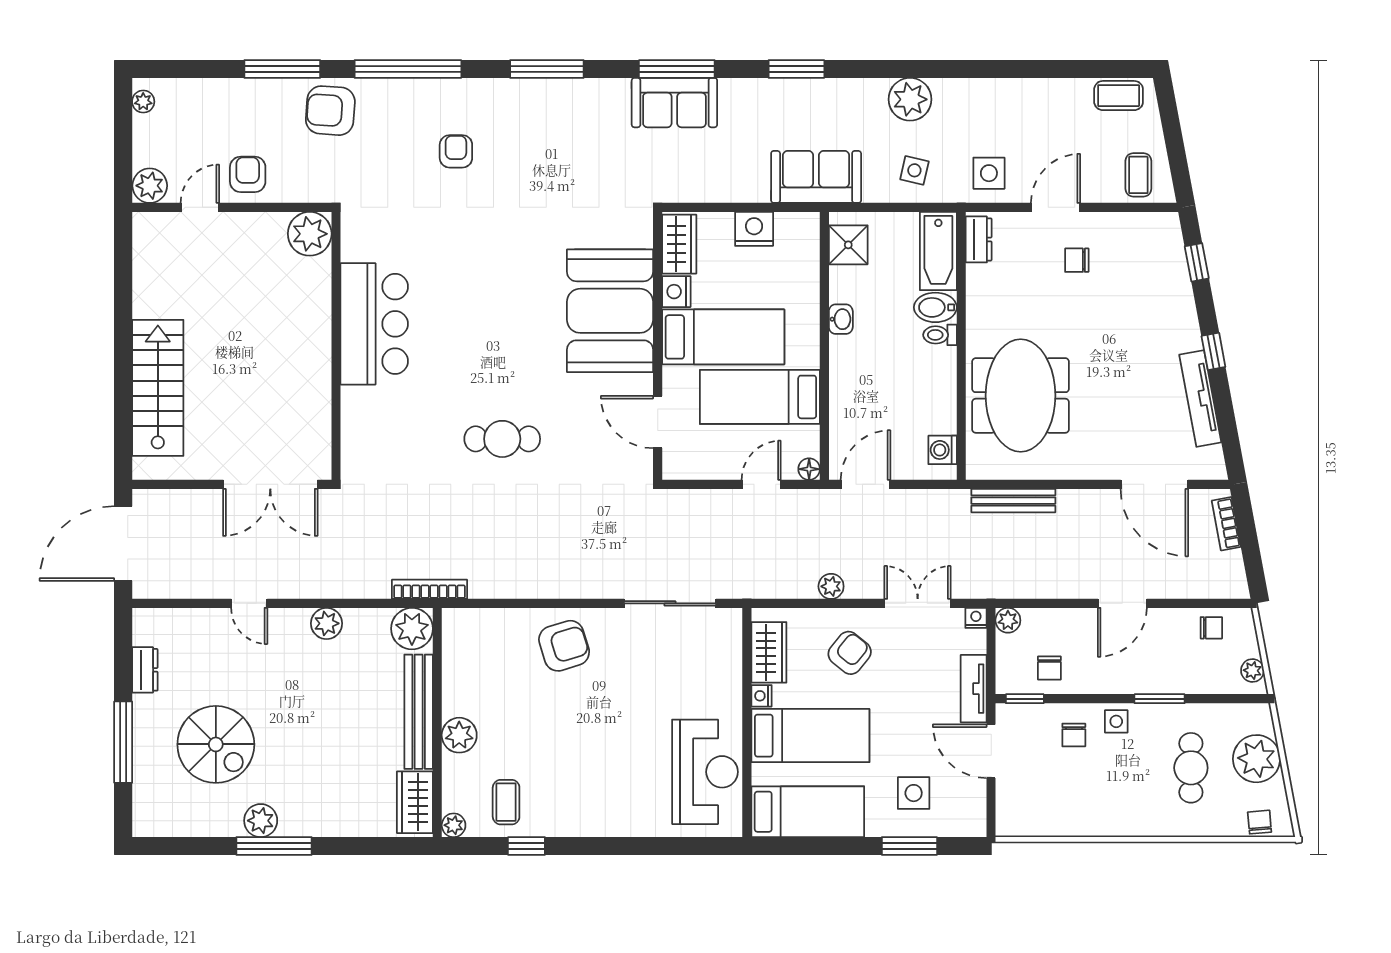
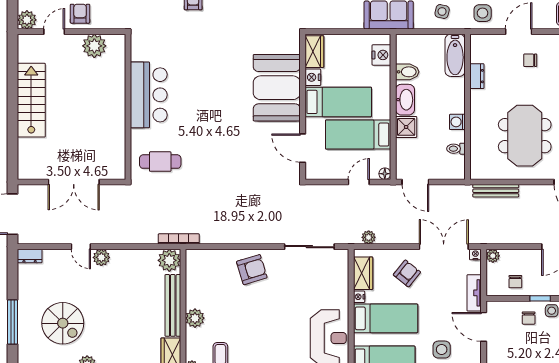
nightstand: (754, 229) -> (381, 55), moved, turned 90
plant: (310, 234) -> (94, 46), moved
dresser: (979, 239) -> (477, 76), moved
shower: (848, 245) -> (406, 127), moved
bidet: (935, 307) -> (407, 72), moved, turned 180
washbasin: (841, 319) -> (405, 100), width x1.91, depth x1.45
toilet: (940, 335) -> (456, 149), moved
stairs: (158, 388) -> (31, 100), moved
meeting table: (1021, 395) -> (525, 136), moved
cafe table: (502, 439) -> (160, 162), moved
washing machine: (943, 450) -> (457, 122), moved
double door: (270, 484) -> (74, 182), moved
door: (865, 484) -> (415, 182), swing flipped
plant: (831, 586) -> (369, 237), moved
double door: (918, 603) -> (444, 247), width x1.37
plant: (327, 623) -> (101, 257), moved
dresser: (145, 670) -> (30, 256), moved, turned 90
window: (1025, 699) -> (540, 298), moved

